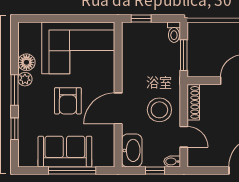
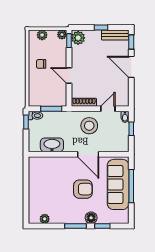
window: (141, 19) -> (26, 122), moved
corner sofa: (78, 48) -> (46, 182), removed
floor lamp: (26, 62) -> (91, 218), moved
plant: (25, 79) -> (45, 219), moved
washbasin: (132, 150) -> (52, 145), moved
sofa: (65, 152) -> (118, 184), width x1.36

